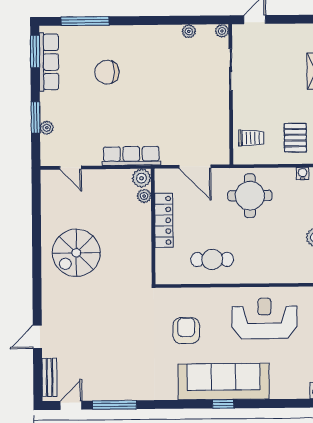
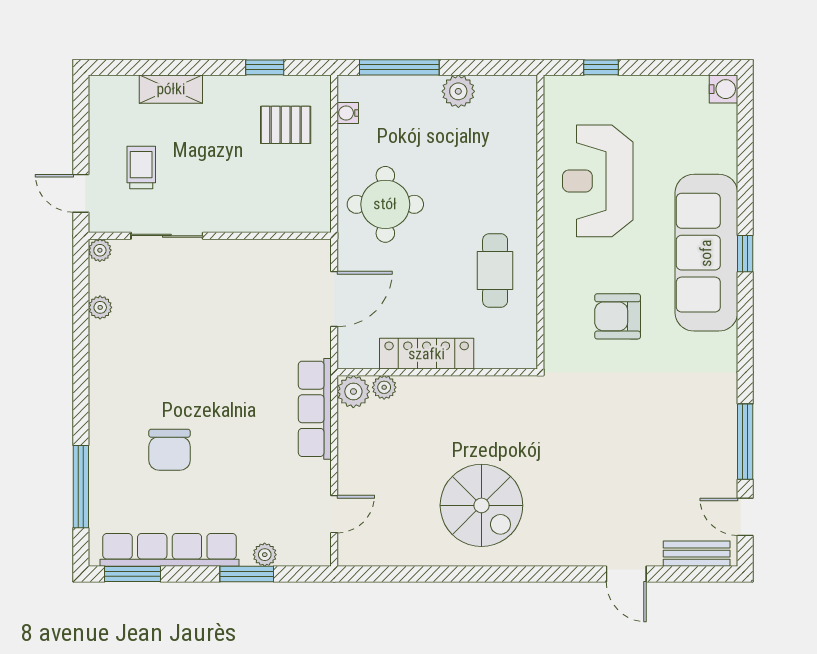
row of seats: (49, 62) -> (170, 550), width x1.36
trolley: (251, 138) -> (141, 168), moved

